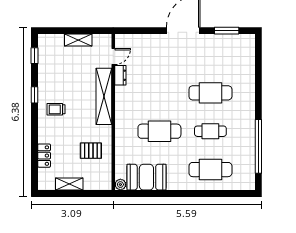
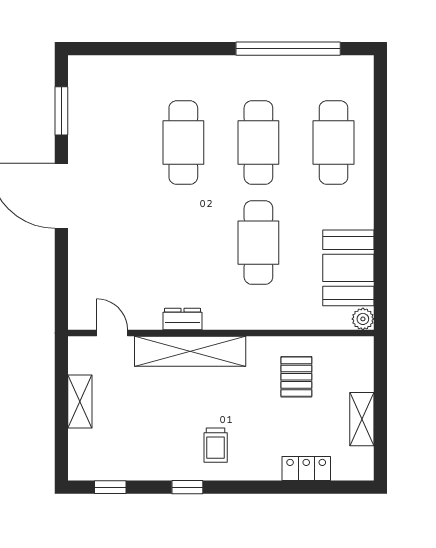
dresser: (120, 75) -> (182, 319), moved
cafe table: (210, 131) -> (258, 143), width x1.37, depth x1.35

